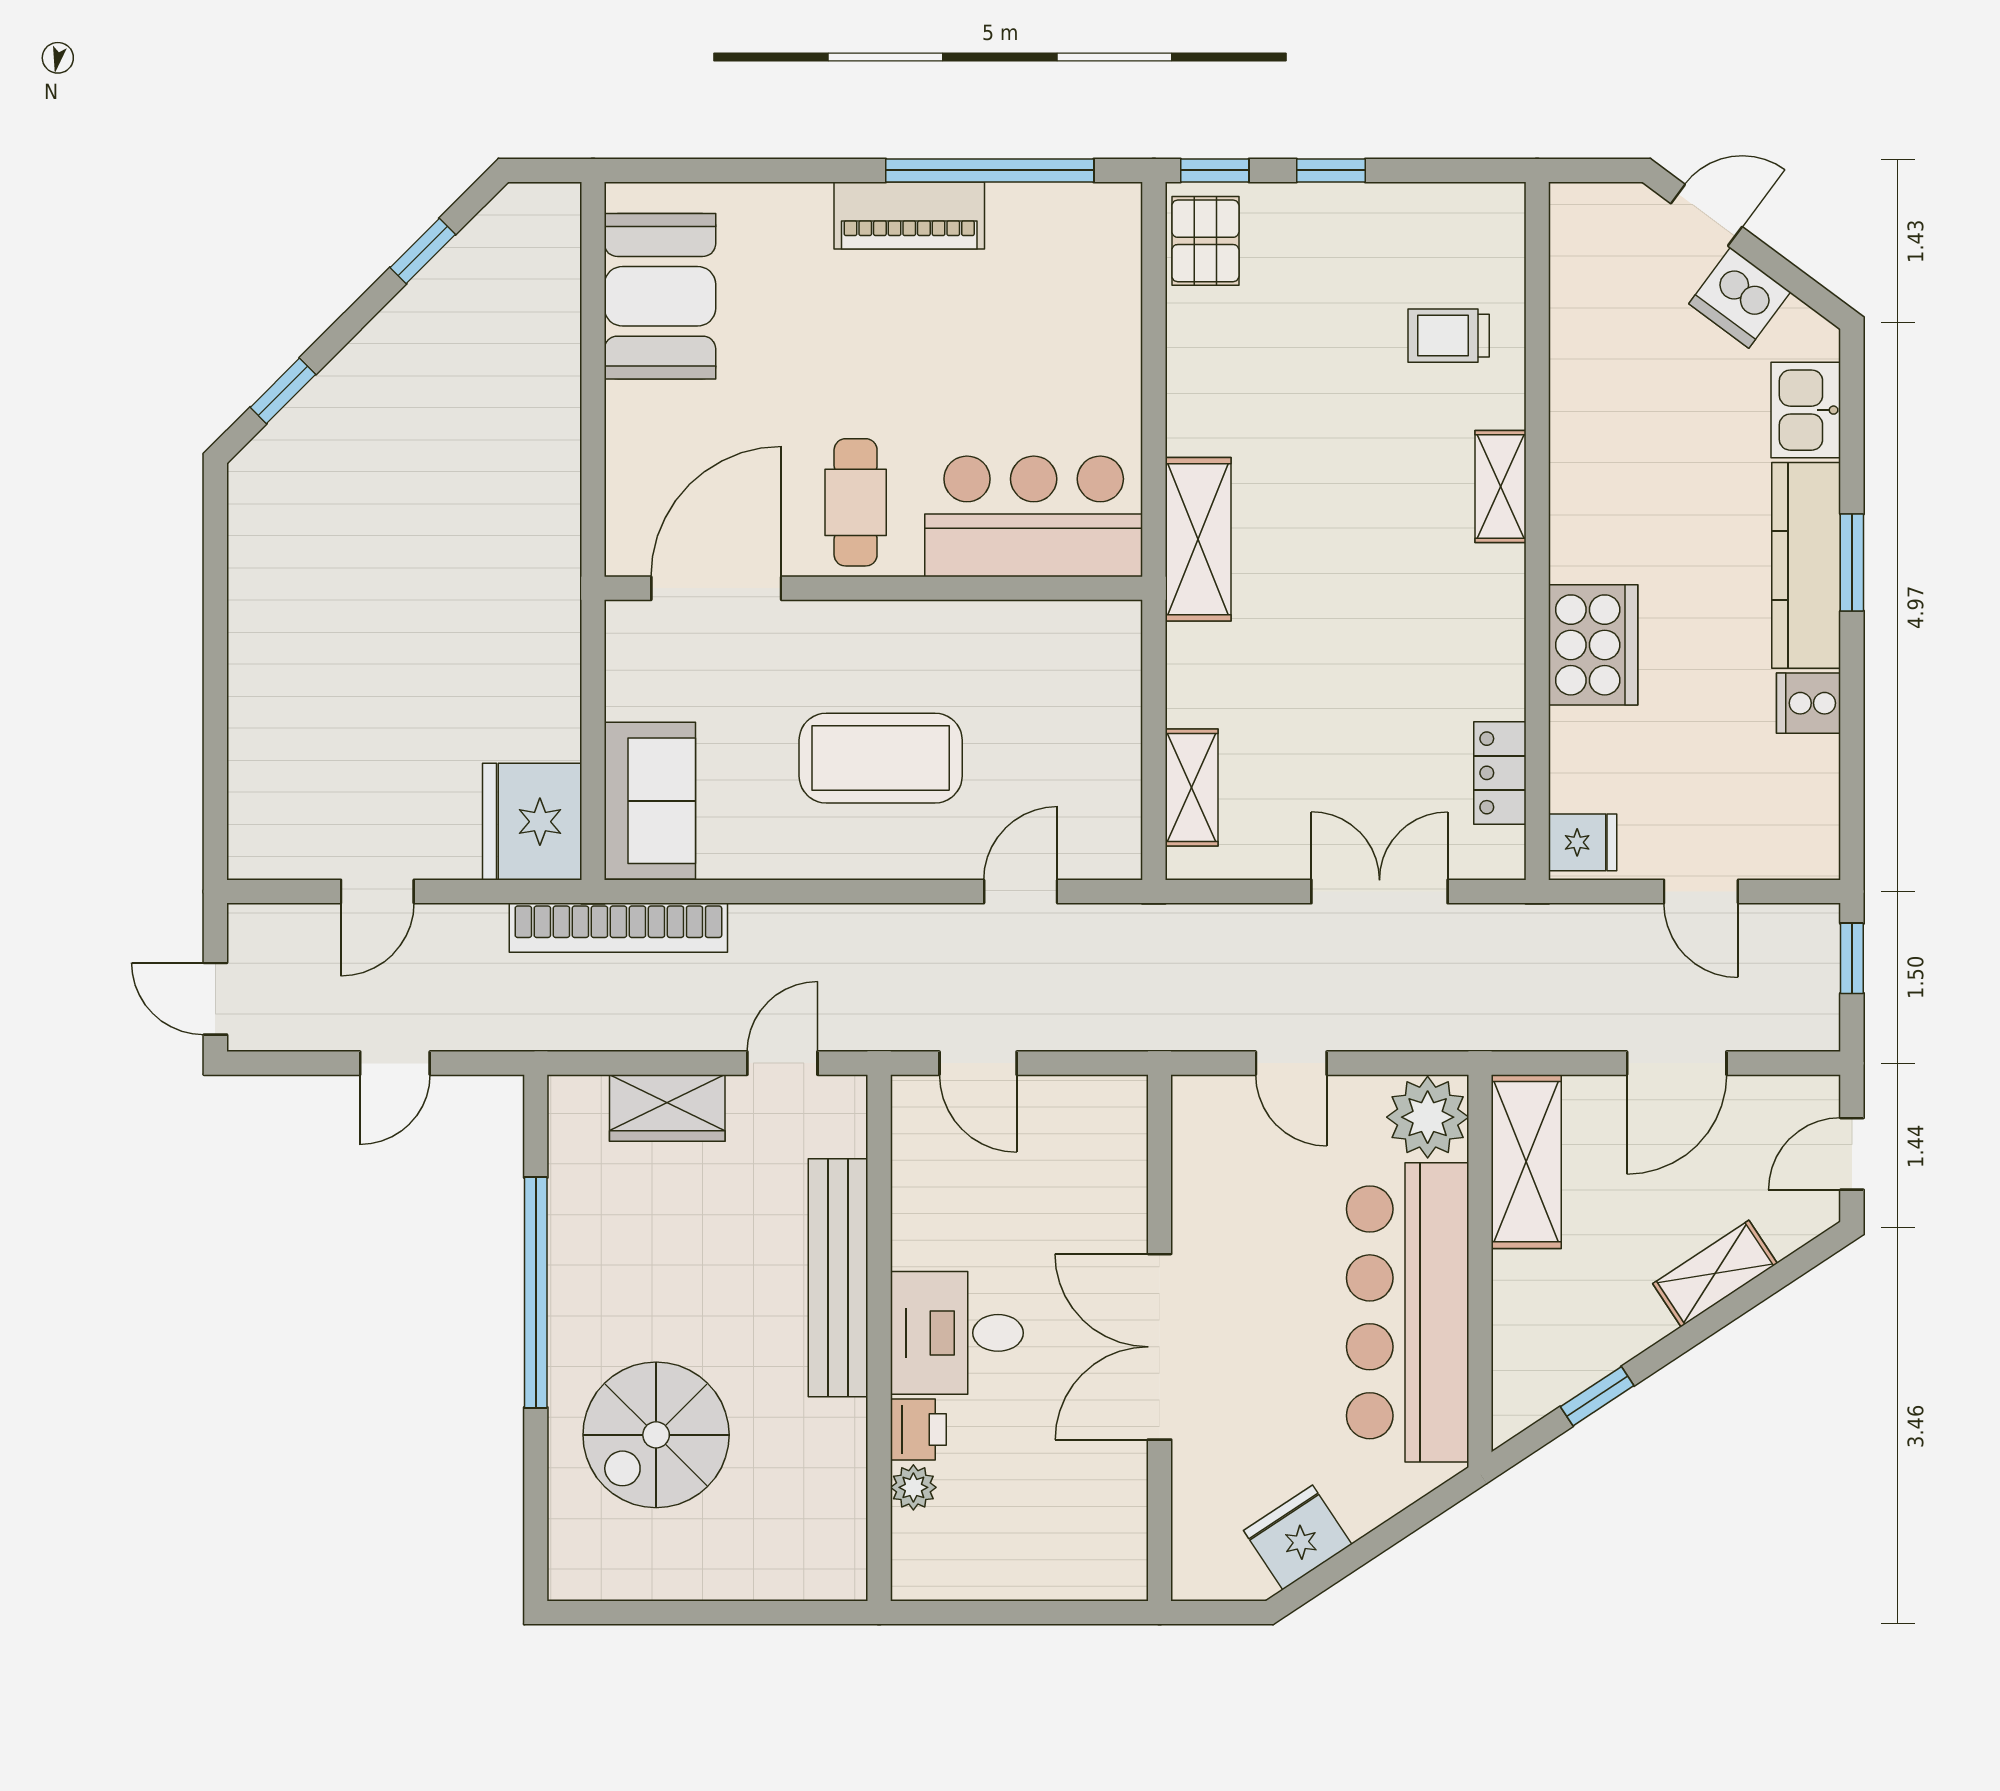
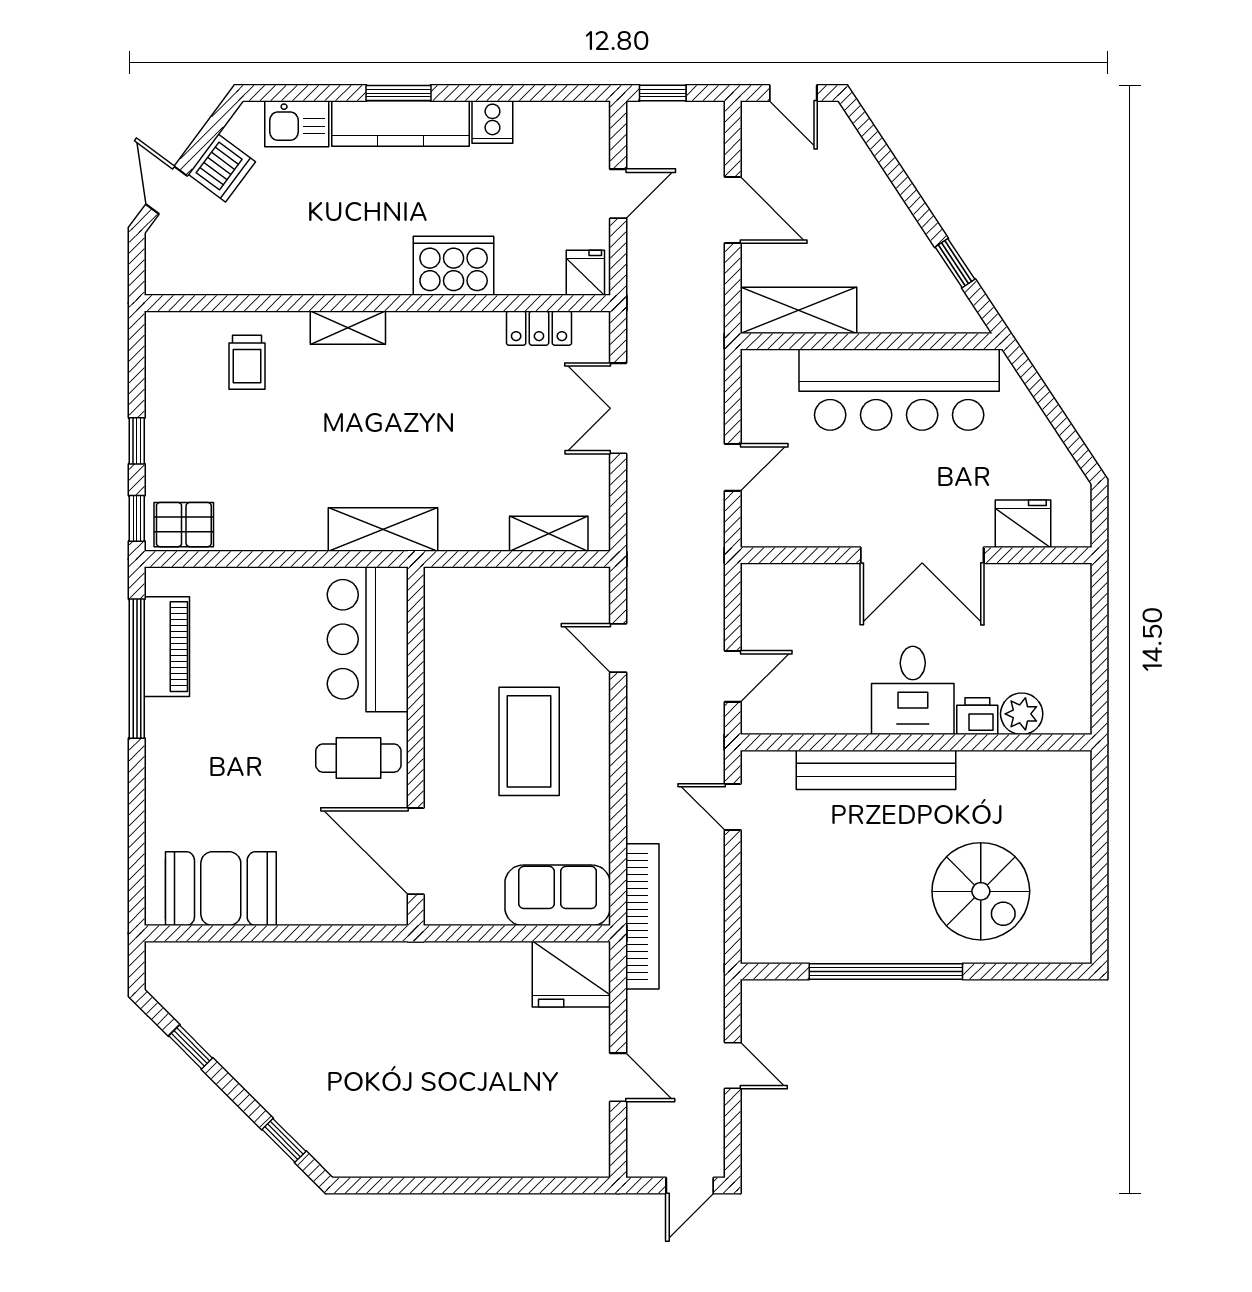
piano: (909, 215) -> (167, 647), moved
wardrobe: (667, 1108) -> (763, 884), removed
plant: (1428, 1117) -> (769, 376), removed
shelving: (1715, 1274) -> (873, 184), removed
plant: (913, 1487) -> (1022, 714), width x1.38, depth x1.38
fridge: (1298, 1537) -> (1023, 524), moved, turned 123

